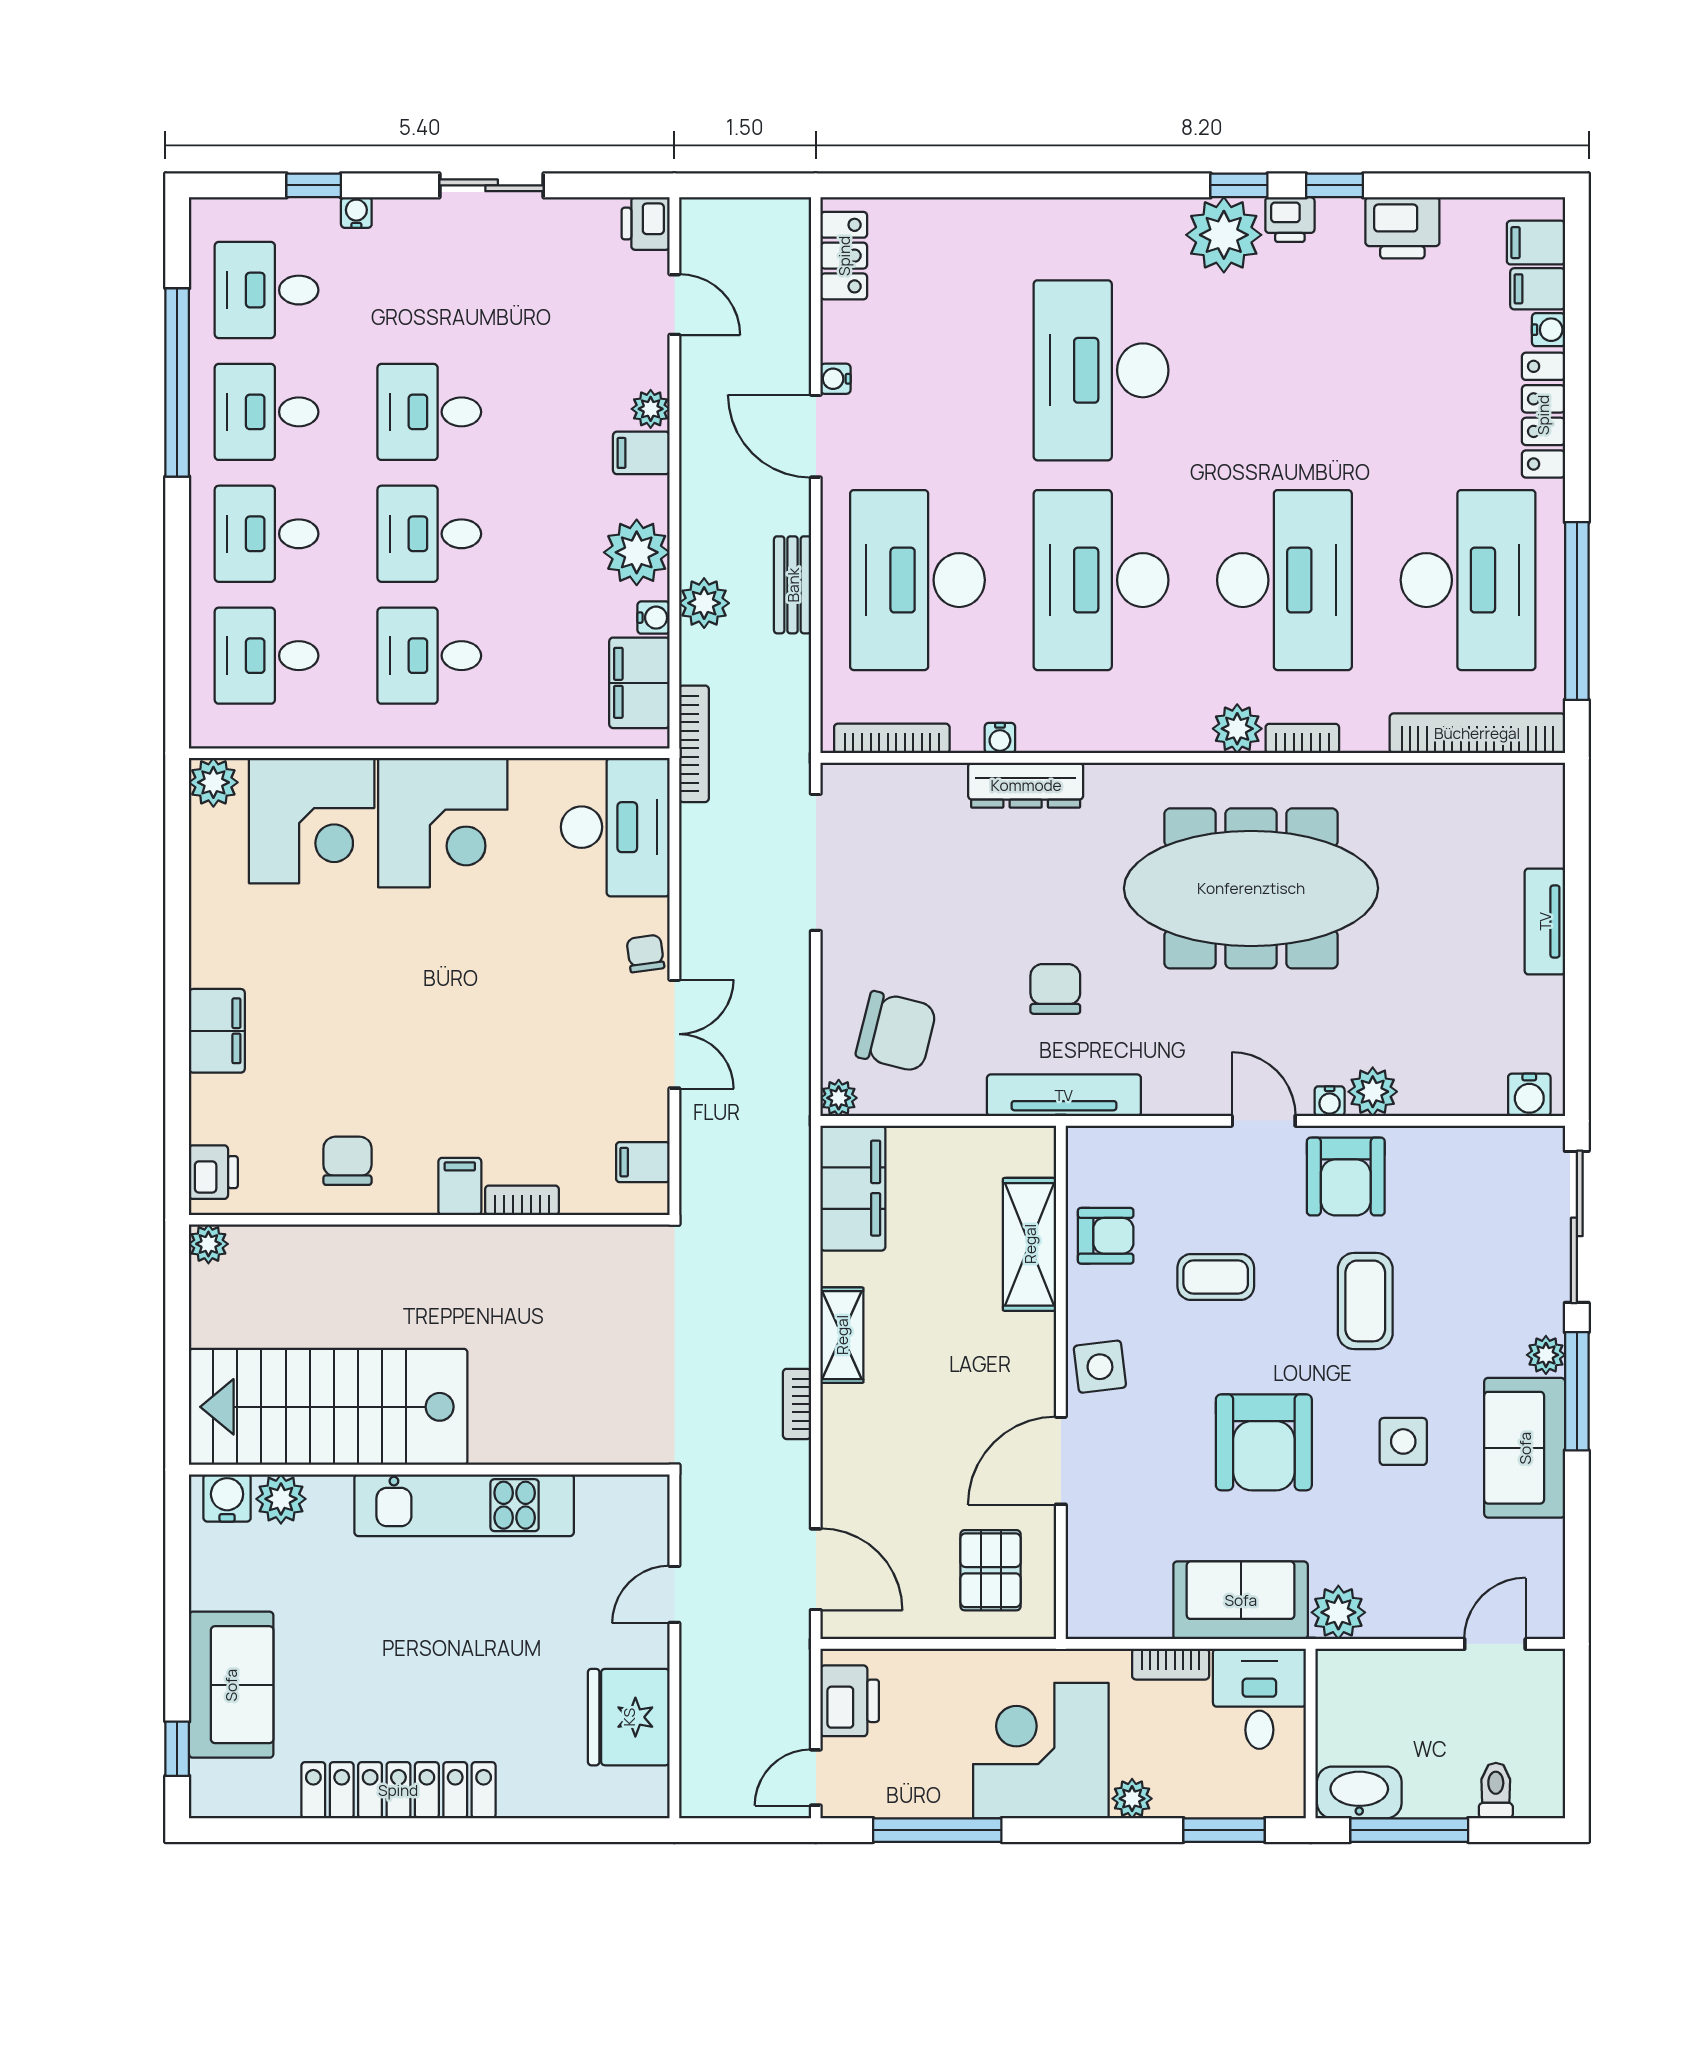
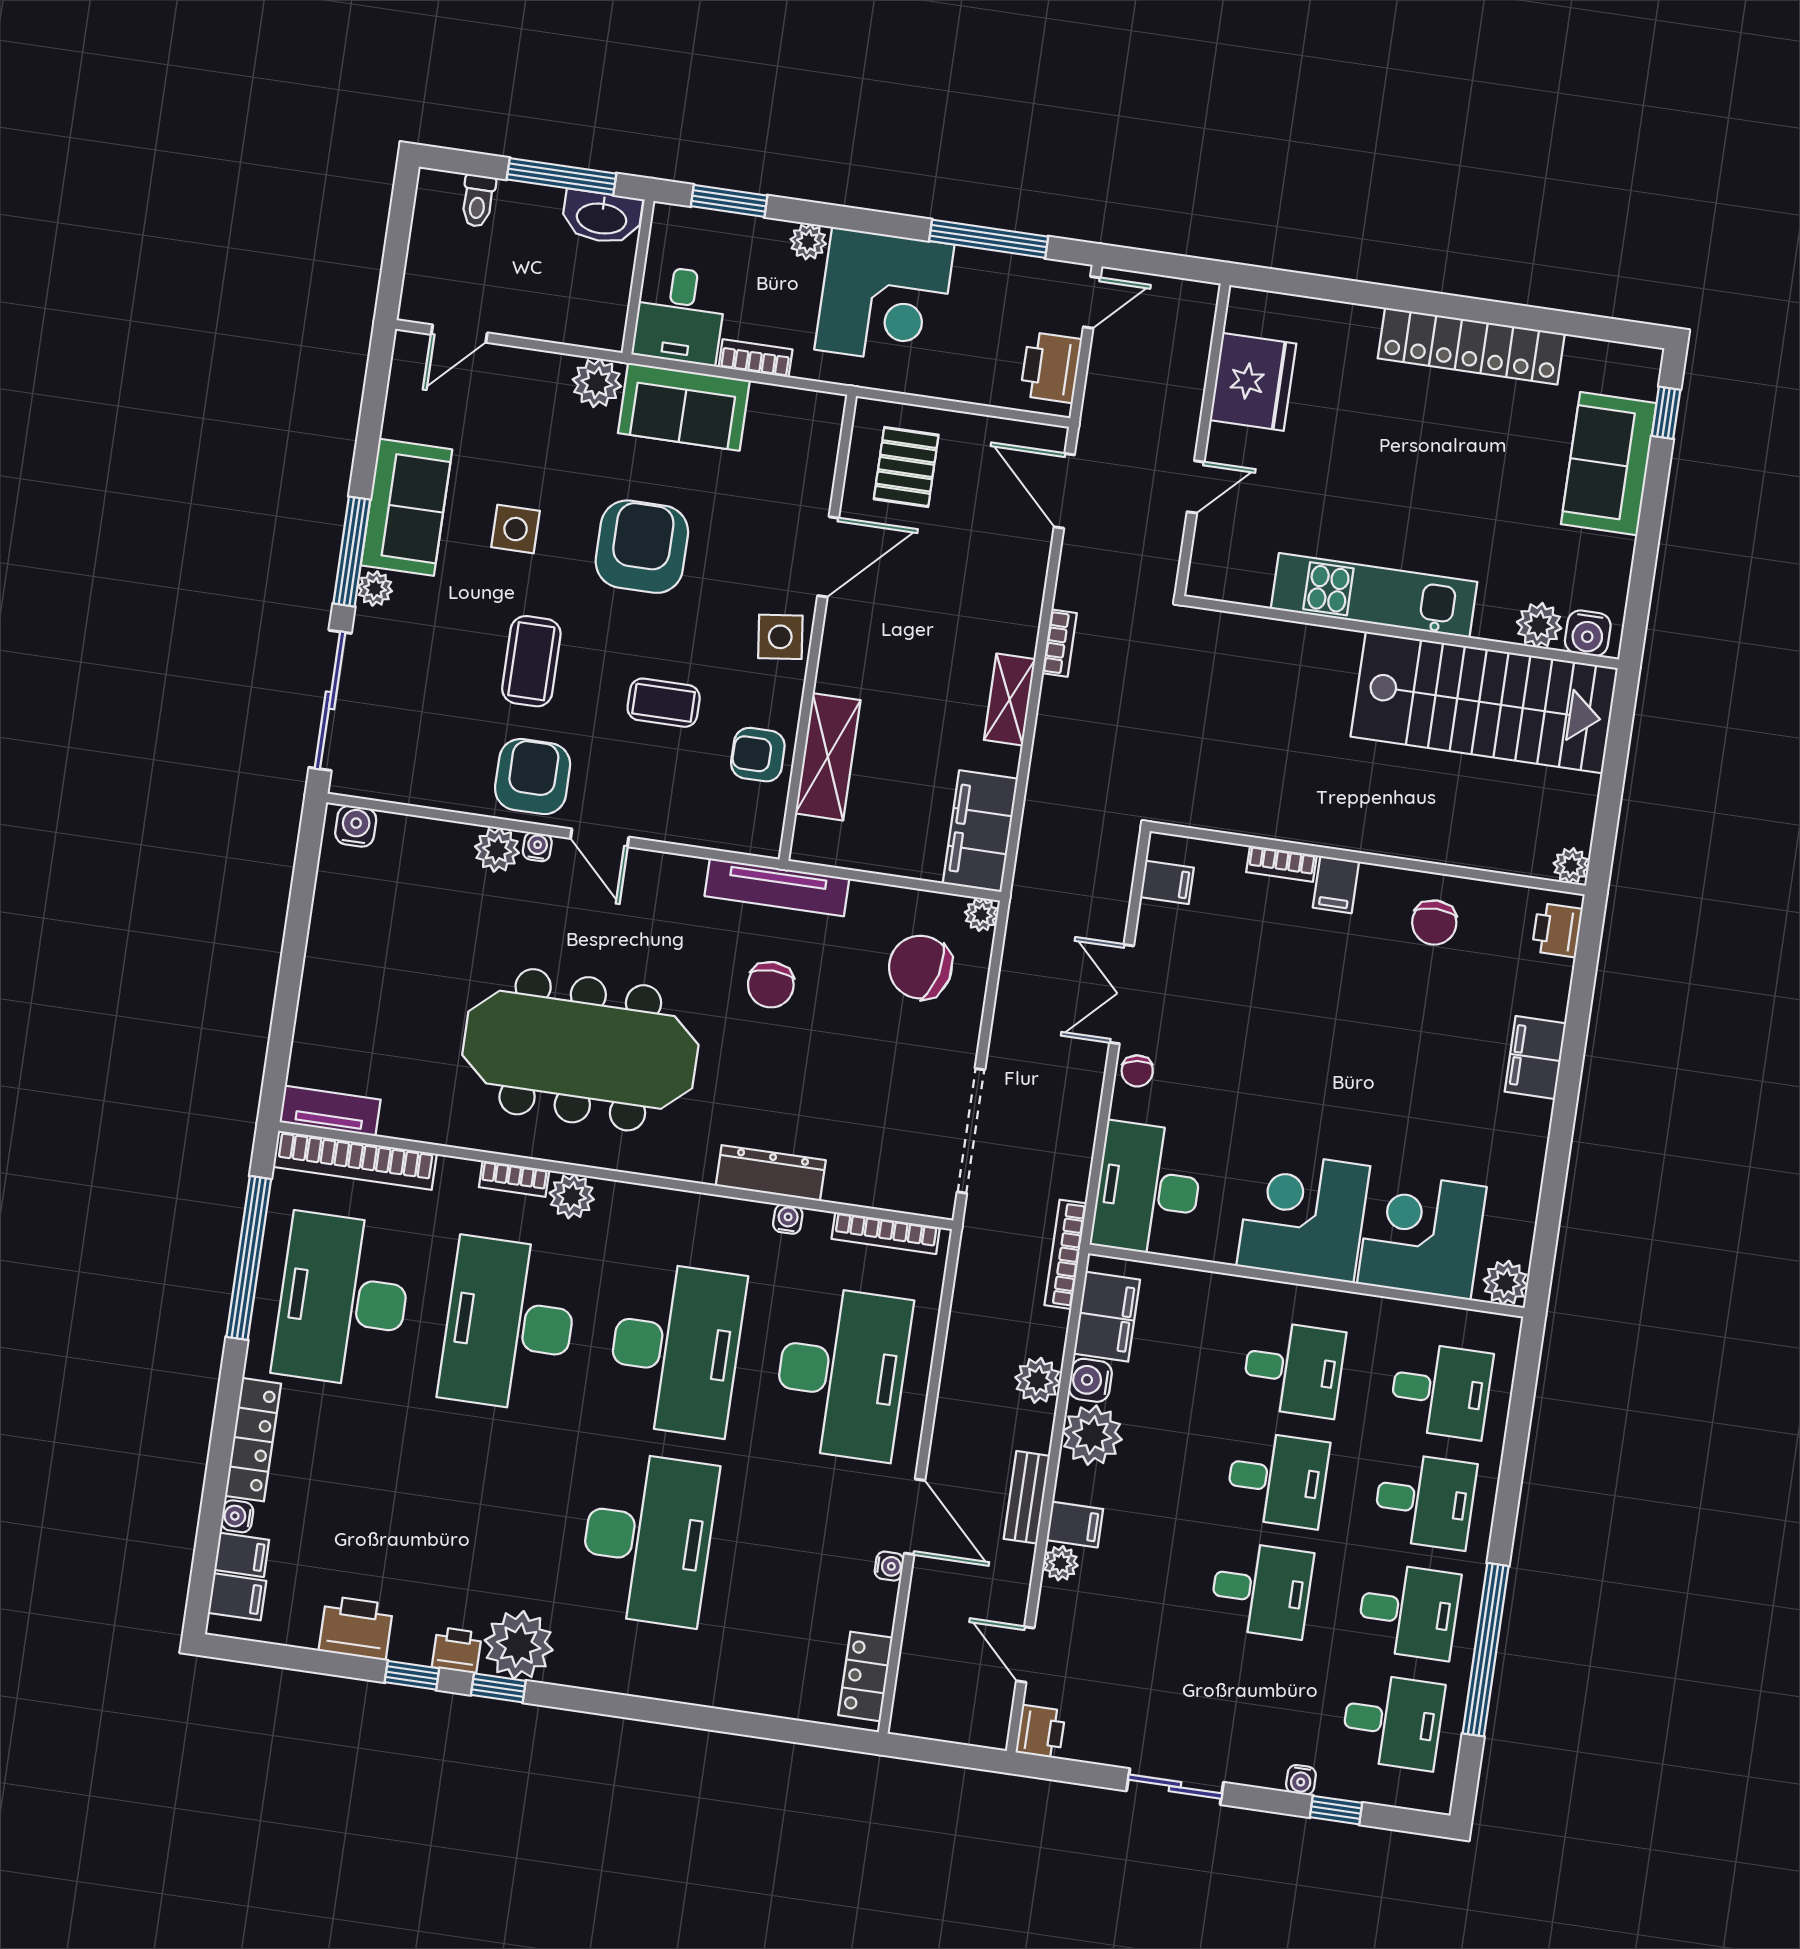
bench: (793, 585) -> (1027, 1497), moved
water cooler: (653, 618) -> (1090, 1380), width x1.38, depth x1.38
tv unit: (1545, 921) -> (330, 1111), moved, turned -90

